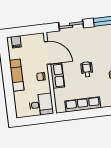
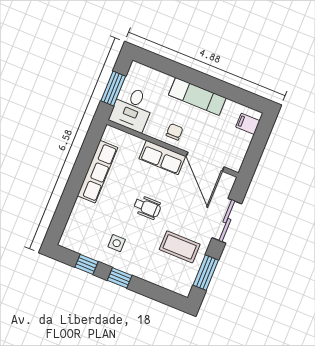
coffee table: (98, 42) -> (180, 247), added
door: (47, 53) -> (205, 162), hinge flipped
window: (36, 120) -> (113, 89), added

